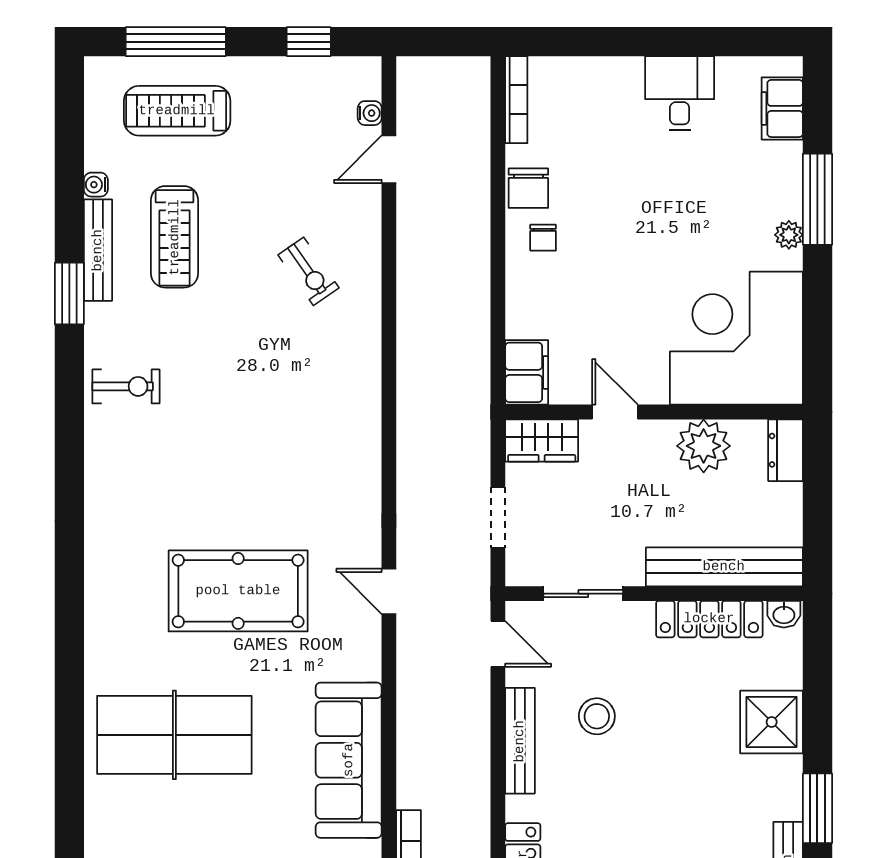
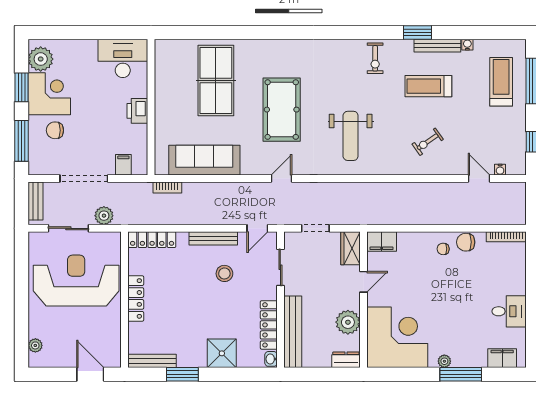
treadmill: (175, 237) -> (428, 86), moved
weight bench: (296, 440) -> (351, 136), added

